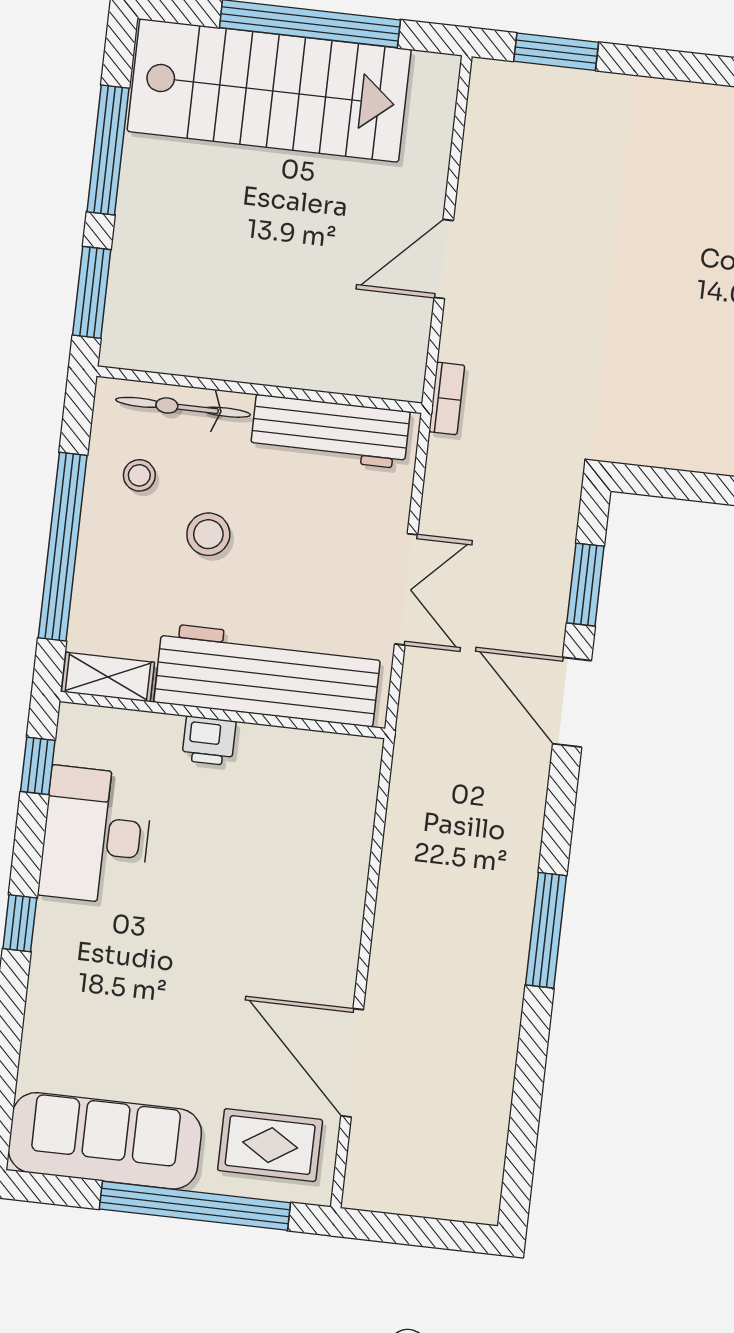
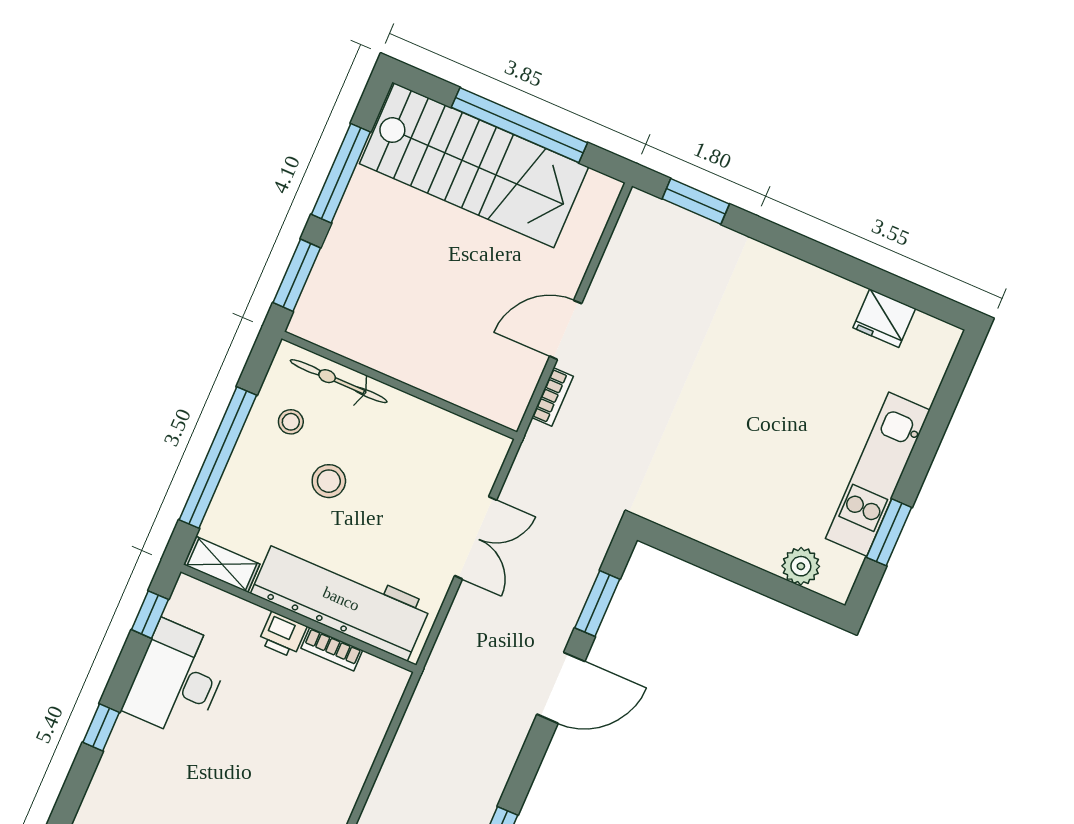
bookcase: (447, 398) -> (552, 397), moved
workbench: (330, 432) -> (442, 432), removed
double door: (406, 589) -> (476, 538), moved
door: (572, 702) -> (561, 688), swing flipped
bookcase: (275, 740) -> (332, 649), added

